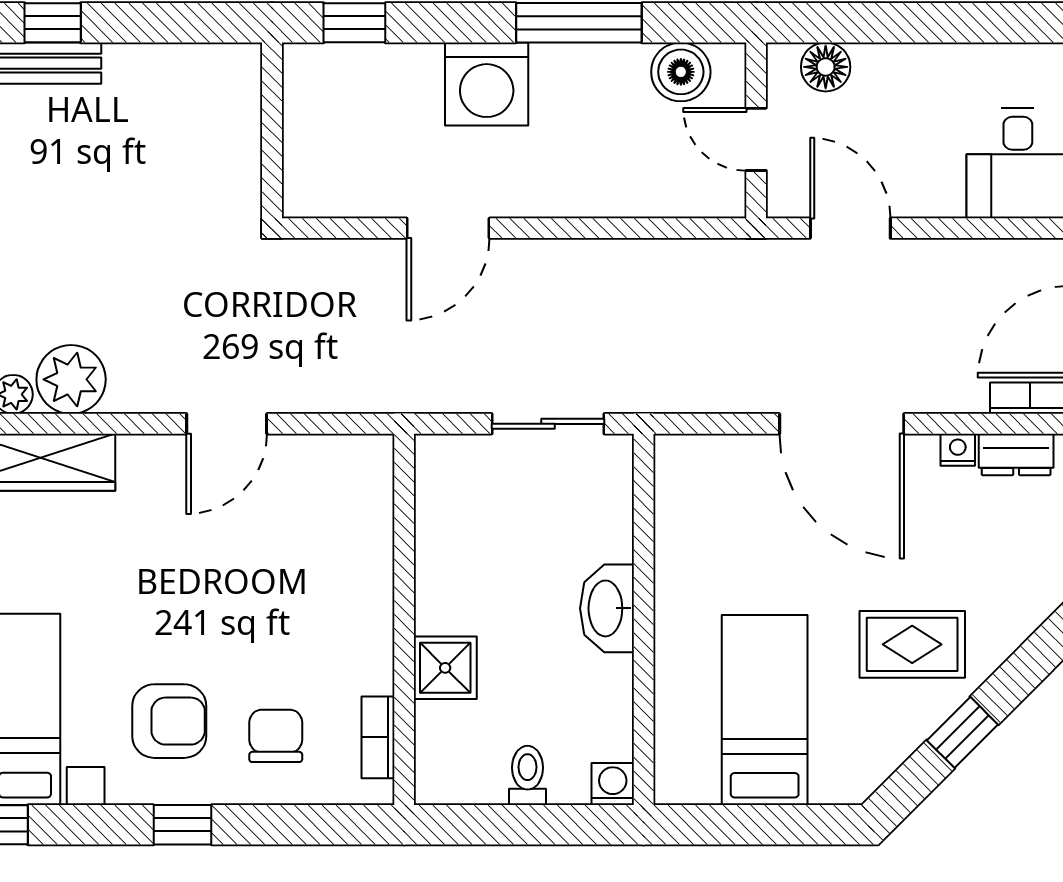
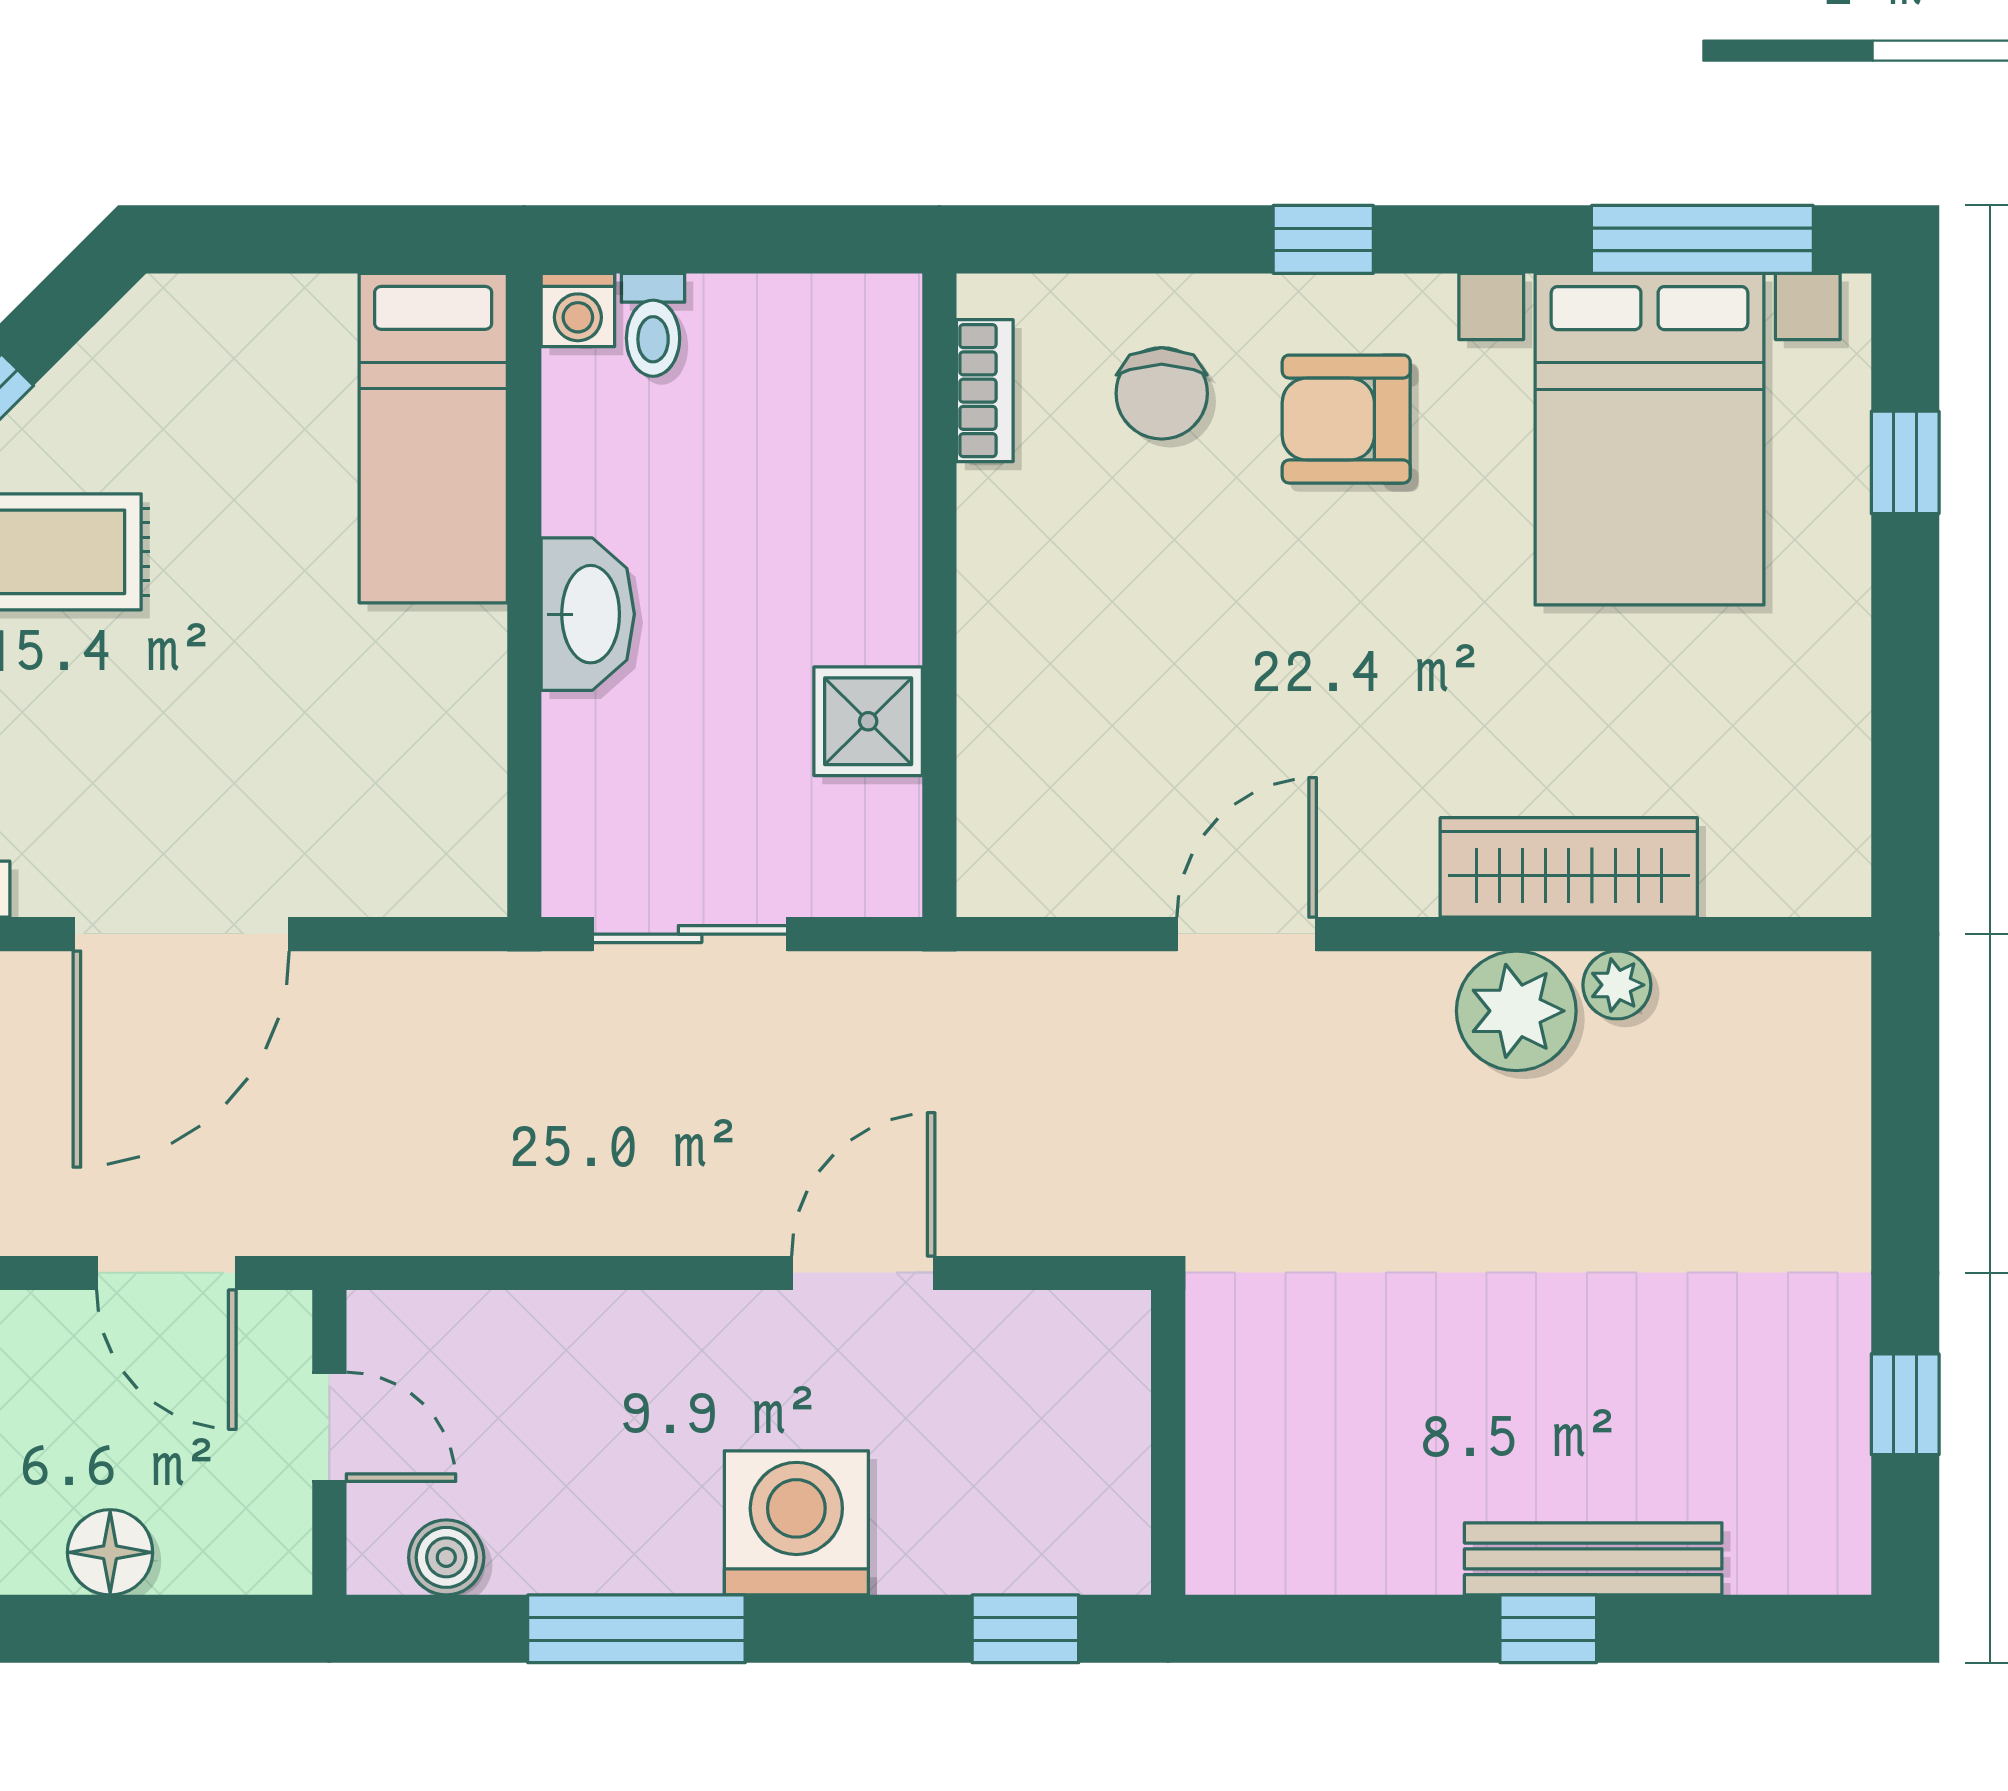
floor lamp: (826, 67) -> (110, 1552), moved
boiler: (681, 72) -> (446, 1557), width x0.73, depth x0.73
door: (842, 424) -> (181, 934), swing flipped
shower: (445, 668) -> (868, 721), moved
bed: (765, 710) -> (433, 438), moved
toilet: (527, 775) -> (653, 325), moved

